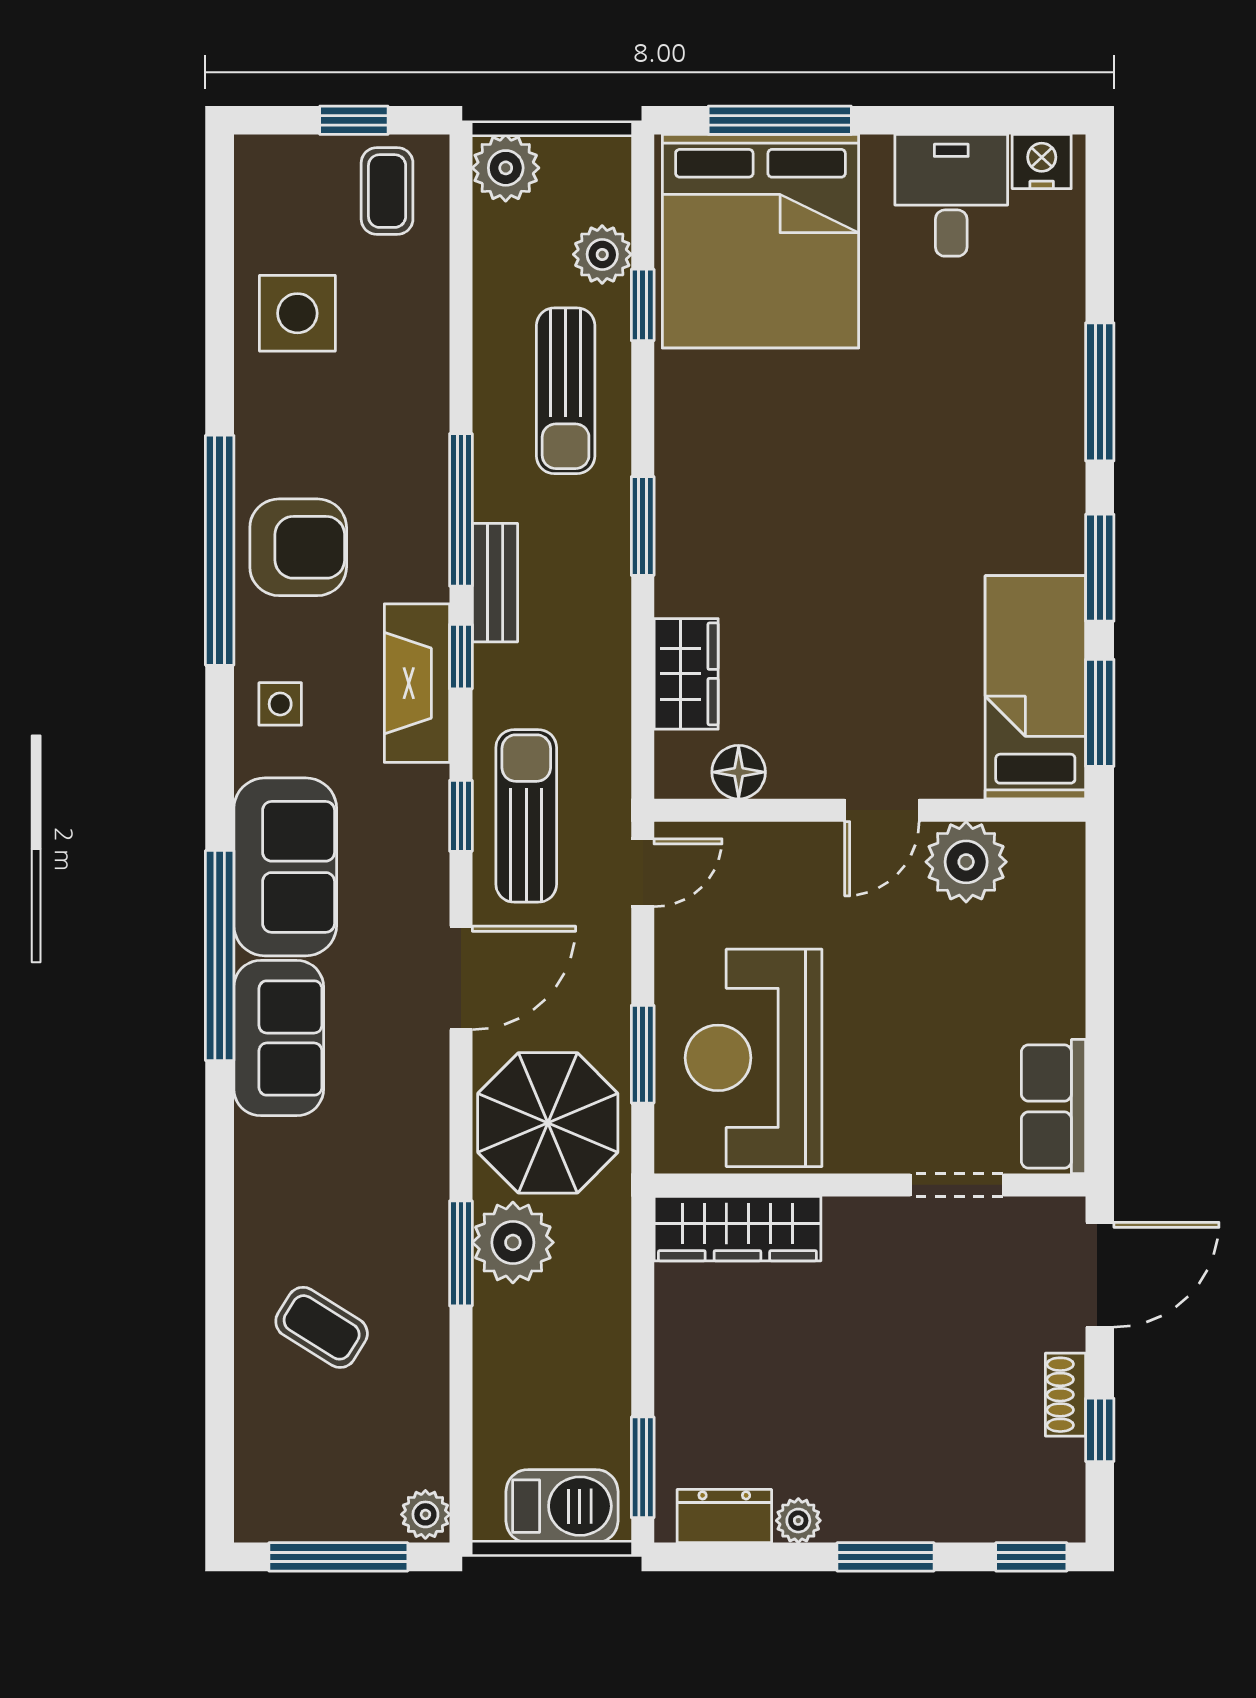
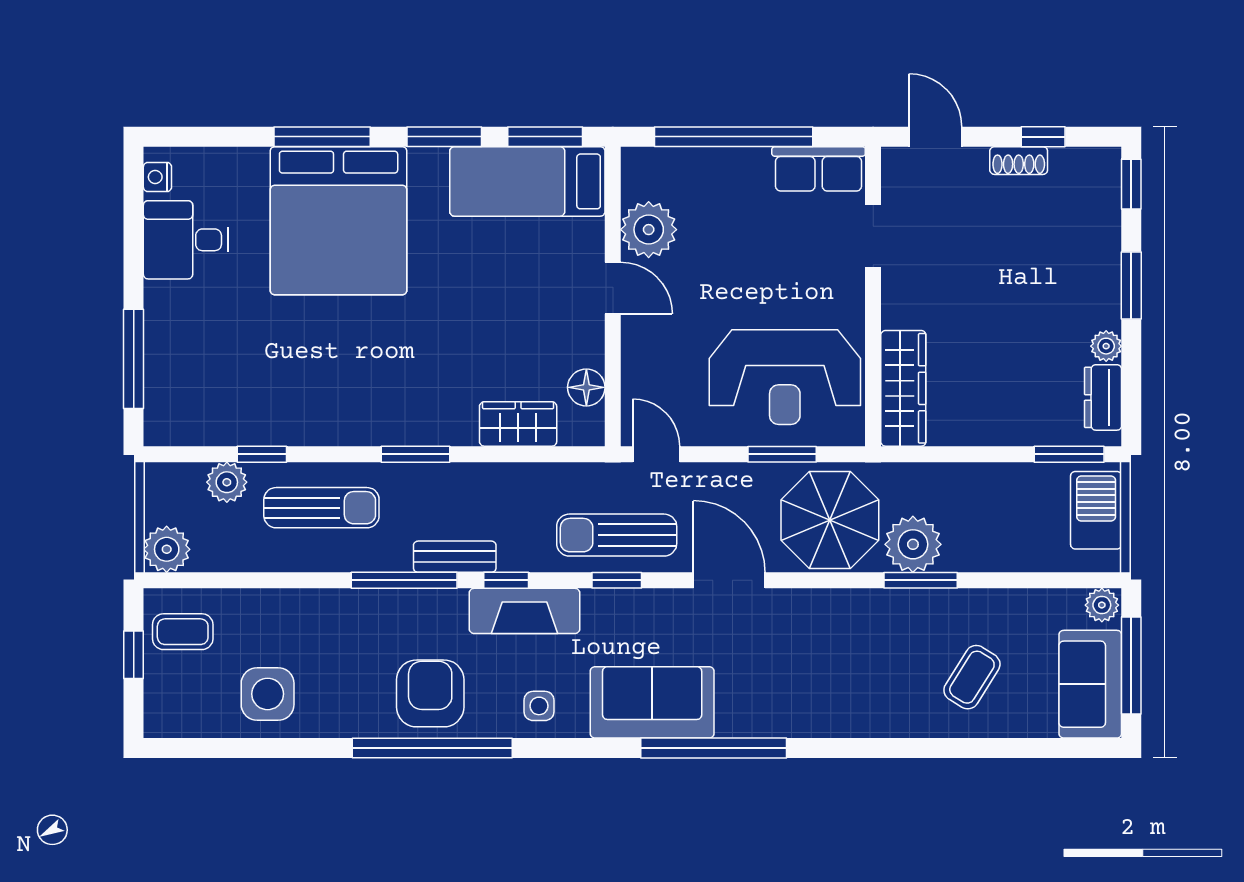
nightstand: (1042, 162) -> (157, 177), width x0.72, depth x0.74
bed: (760, 241) -> (339, 221), moved, turned 90
window: (1100, 984) -> (734, 137), added
sofa: (279, 1038) -> (1090, 684), moved, turned -90
door: (1100, 1275) -> (935, 137), width x0.73

